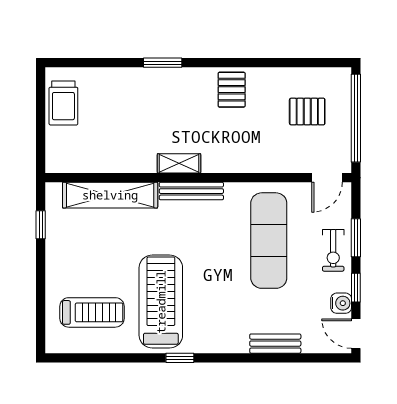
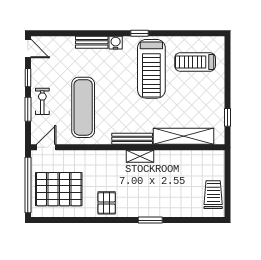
pallet: (307, 112) -> (59, 189), width x2.05, depth x2.00
water cooler: (341, 303) -> (116, 43), moved, turned 90
bench: (275, 344) -> (92, 42), moved

